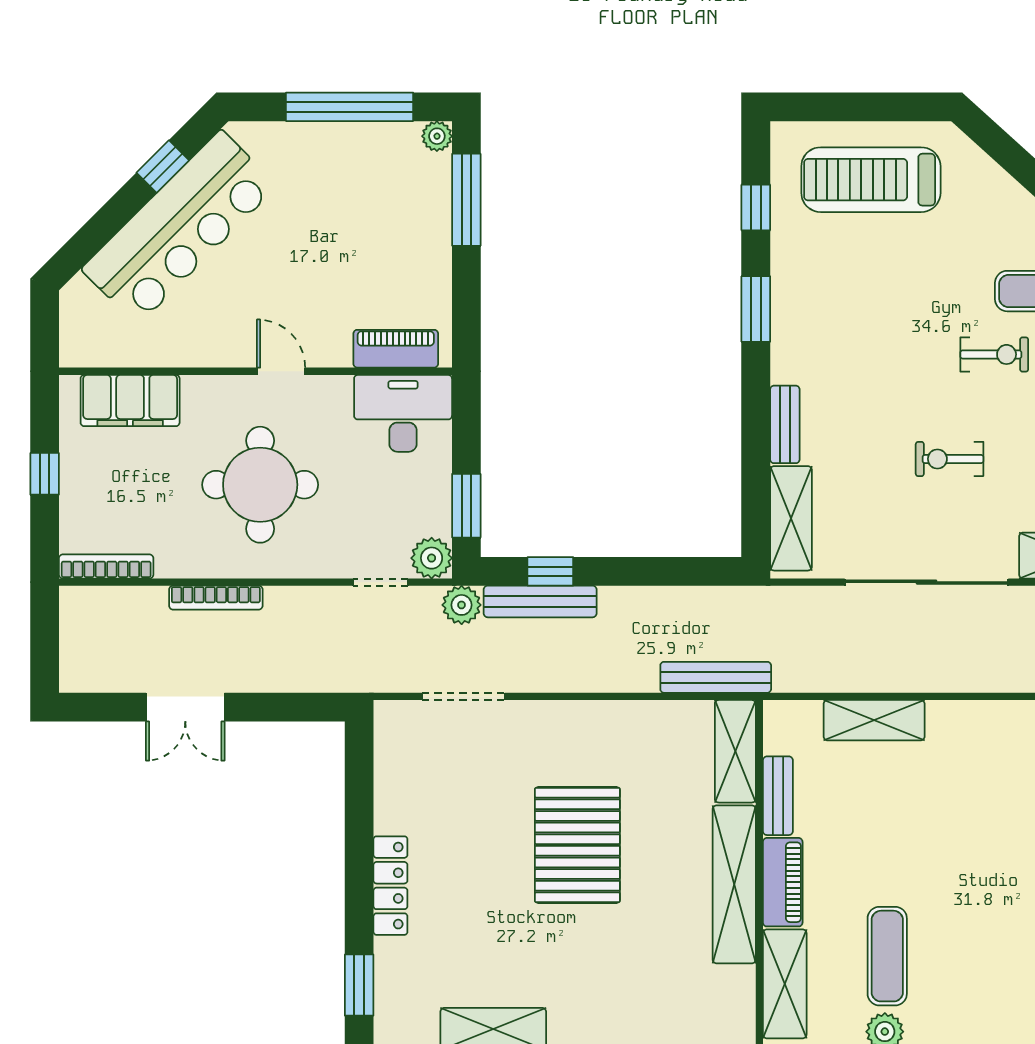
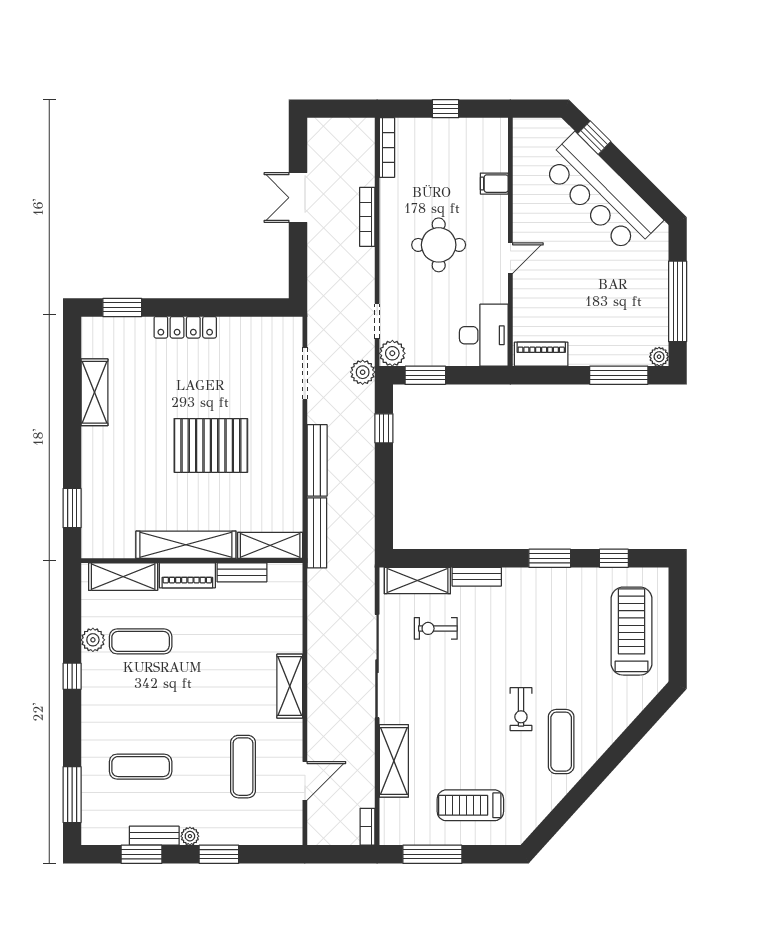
window: (163, 166) -> (594, 138), moved
piano: (396, 349) -> (541, 354), moved, turned -90
filing cabinet: (130, 401) -> (494, 184), width x0.33, depth x0.86
exercise bike: (950, 459) -> (436, 628), moved, turned -90
round table: (260, 485) -> (439, 245), width x0.73, depth x0.73
bench: (540, 601) -> (317, 460), moved
shelving: (874, 720) -> (290, 686), moved

